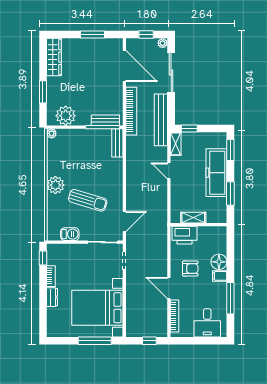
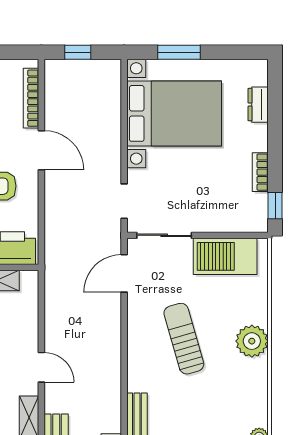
sun lounger: (88, 200) -> (184, 339), moved, turned 57
barbecue: (70, 234) -> (225, 256), width x1.88, depth x1.53
dresser: (52, 297) -> (258, 105), moved
window: (95, 341) -> (179, 52), width x0.69

